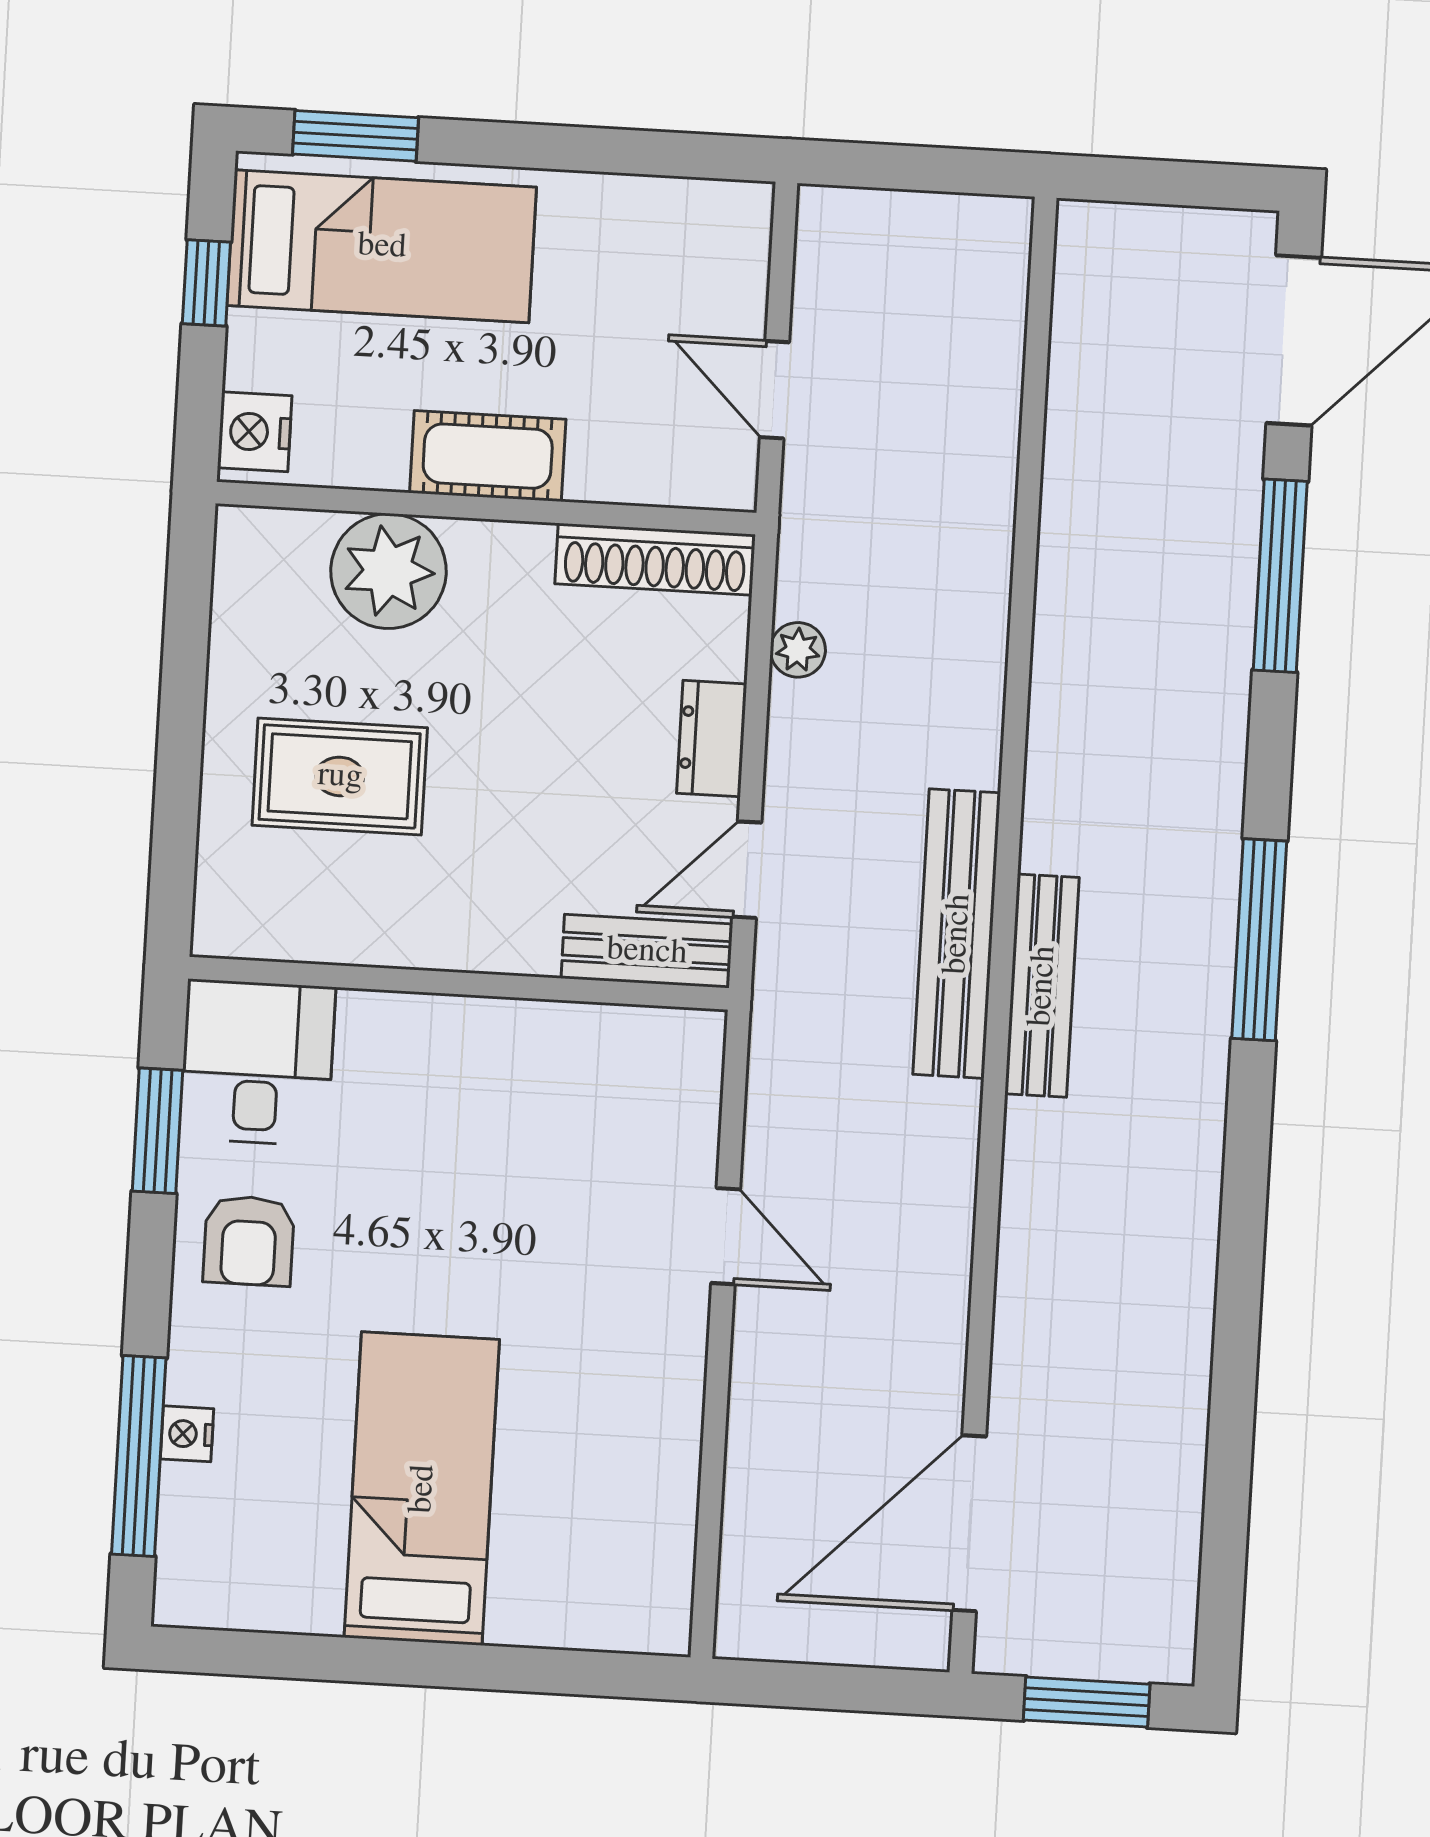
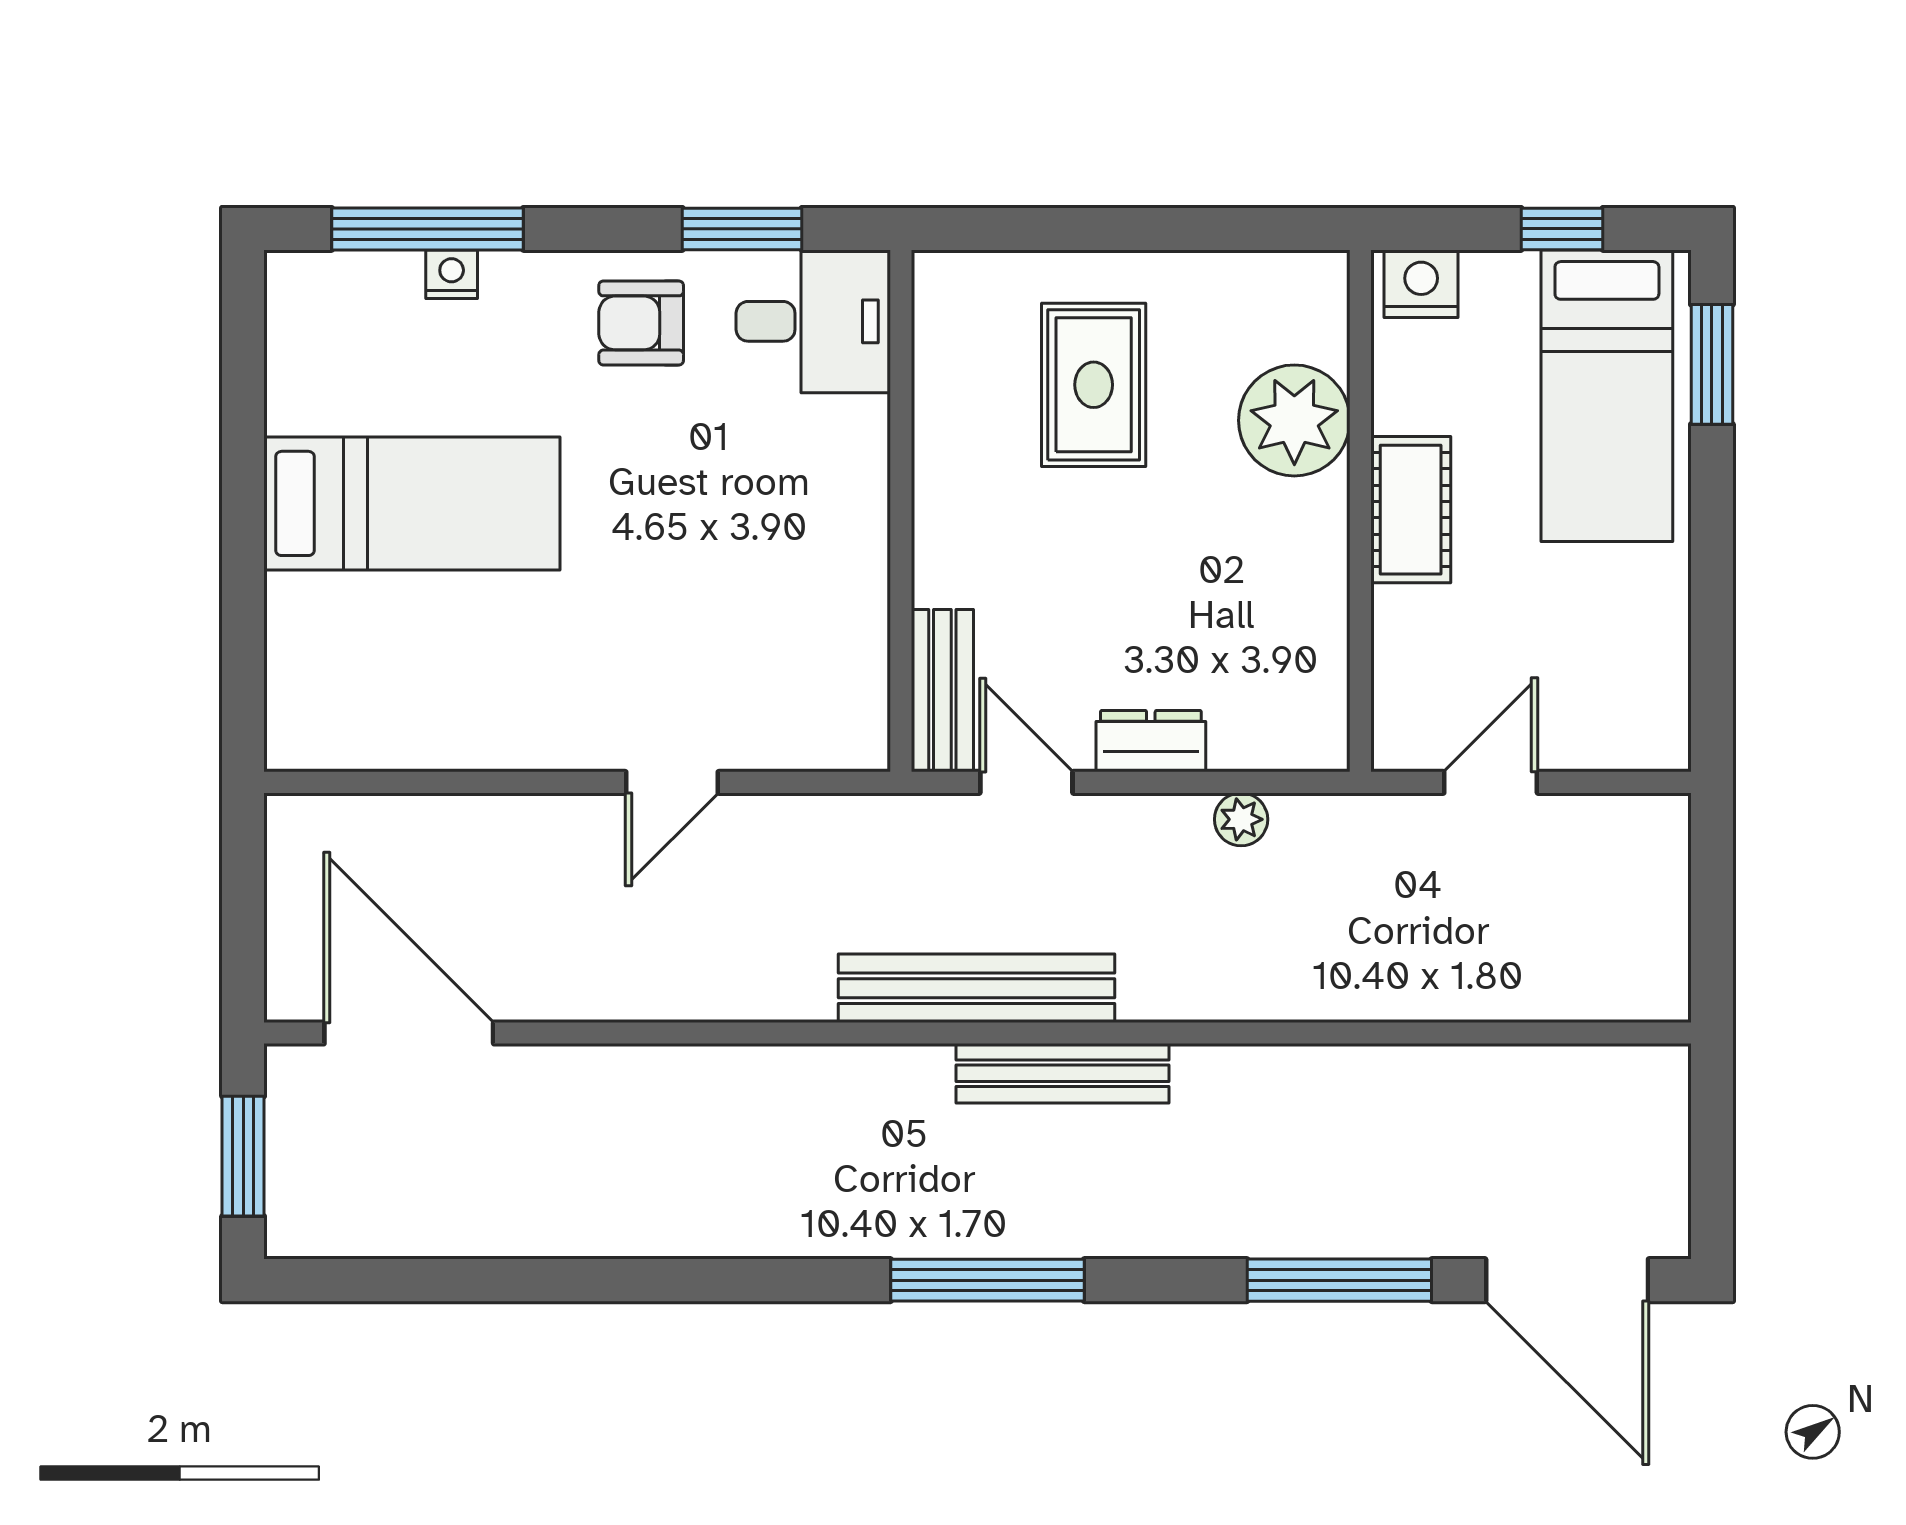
shoe rack: (655, 559) -> (1321, 677), removed
bench: (1042, 986) -> (1062, 1073), moved

